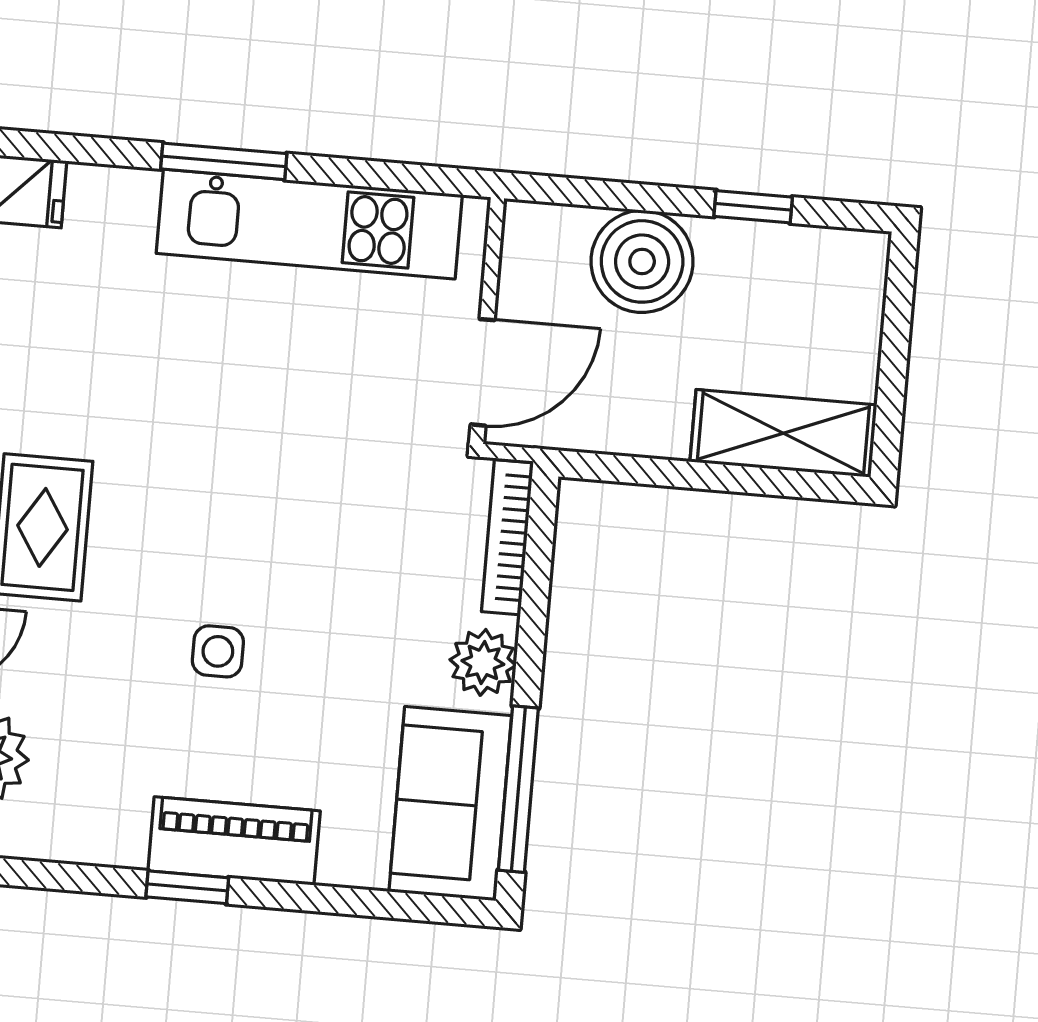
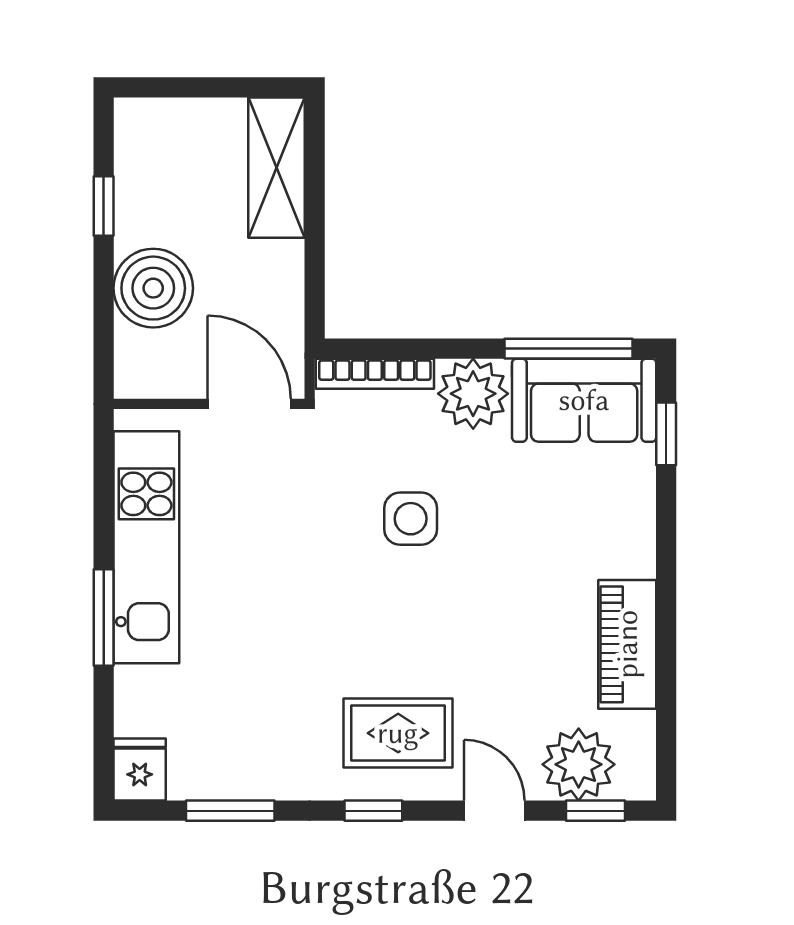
side table: (218, 651) -> (411, 519), moved, width x1.37, depth x1.37
plant: (483, 662) -> (473, 394), width x1.36, depth x1.36
piano: (234, 841) -> (627, 644), moved
window: (187, 887) -> (666, 434), moved

